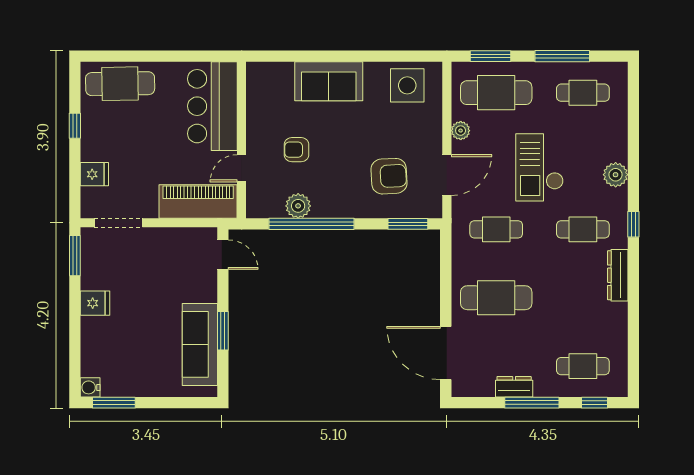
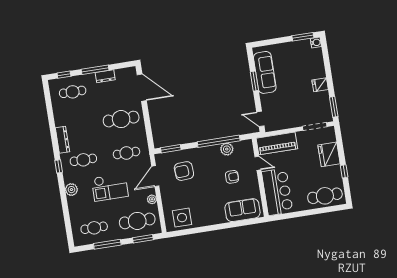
sofa: (329, 81) -> (243, 210), moved
checkout: (540, 167) -> (110, 187), turned 90
door: (242, 168) -> (258, 163), hinge flipped
fridge: (94, 174) -> (329, 154), width x1.88, depth x1.34

